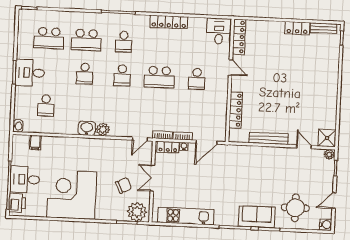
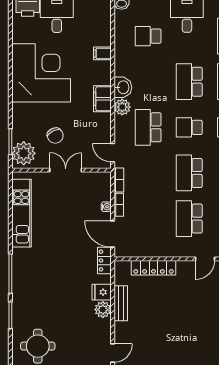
school desk: (85, 74) -> (189, 82), width x1.85
school desk: (197, 79) -> (189, 219), width x1.85
school desk: (121, 109) -> (148, 127), added
bench: (269, 138) -> (121, 303), width x0.73
filing cabinet: (35, 143) -> (102, 53), moved
filing cabinet: (95, 145) -> (102, 99), added
locker: (168, 147) -> (104, 260), moved
fridge: (254, 153) -> (102, 292), added
plant: (268, 153) -> (103, 310), added
sofa: (257, 217) -> (25, 299), removed

